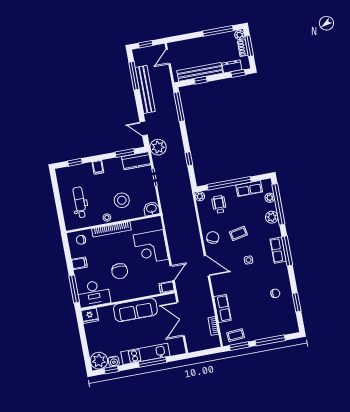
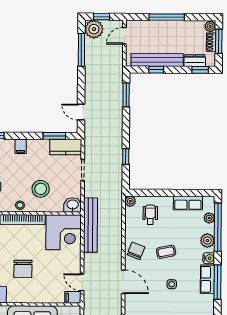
window: (218, 31) -> (167, 17), moved
bench: (145, 89) -> (90, 225), moved
window: (179, 107) -> (126, 95), width x0.69
plant: (158, 147) -> (94, 29), moved
window: (229, 183) -> (166, 193), removed
water cooler: (276, 232) -> (209, 258), added
corner desk: (151, 247) -> (64, 232), moved, turned -90
door: (172, 273) -> (82, 282), swing flipped

